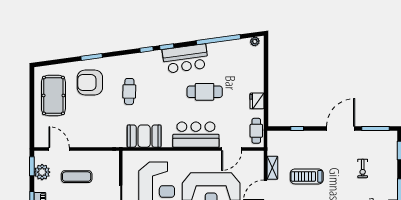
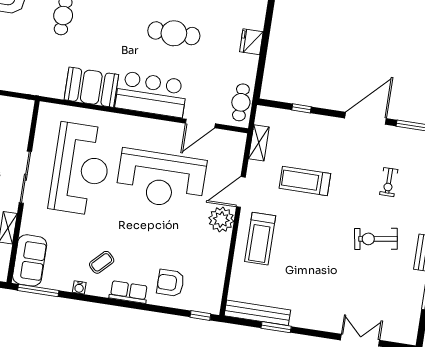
fridge: (257, 101) -> (251, 42), moved
booth: (144, 136) -> (91, 87), moved
shelving: (272, 168) -> (259, 143), moved

